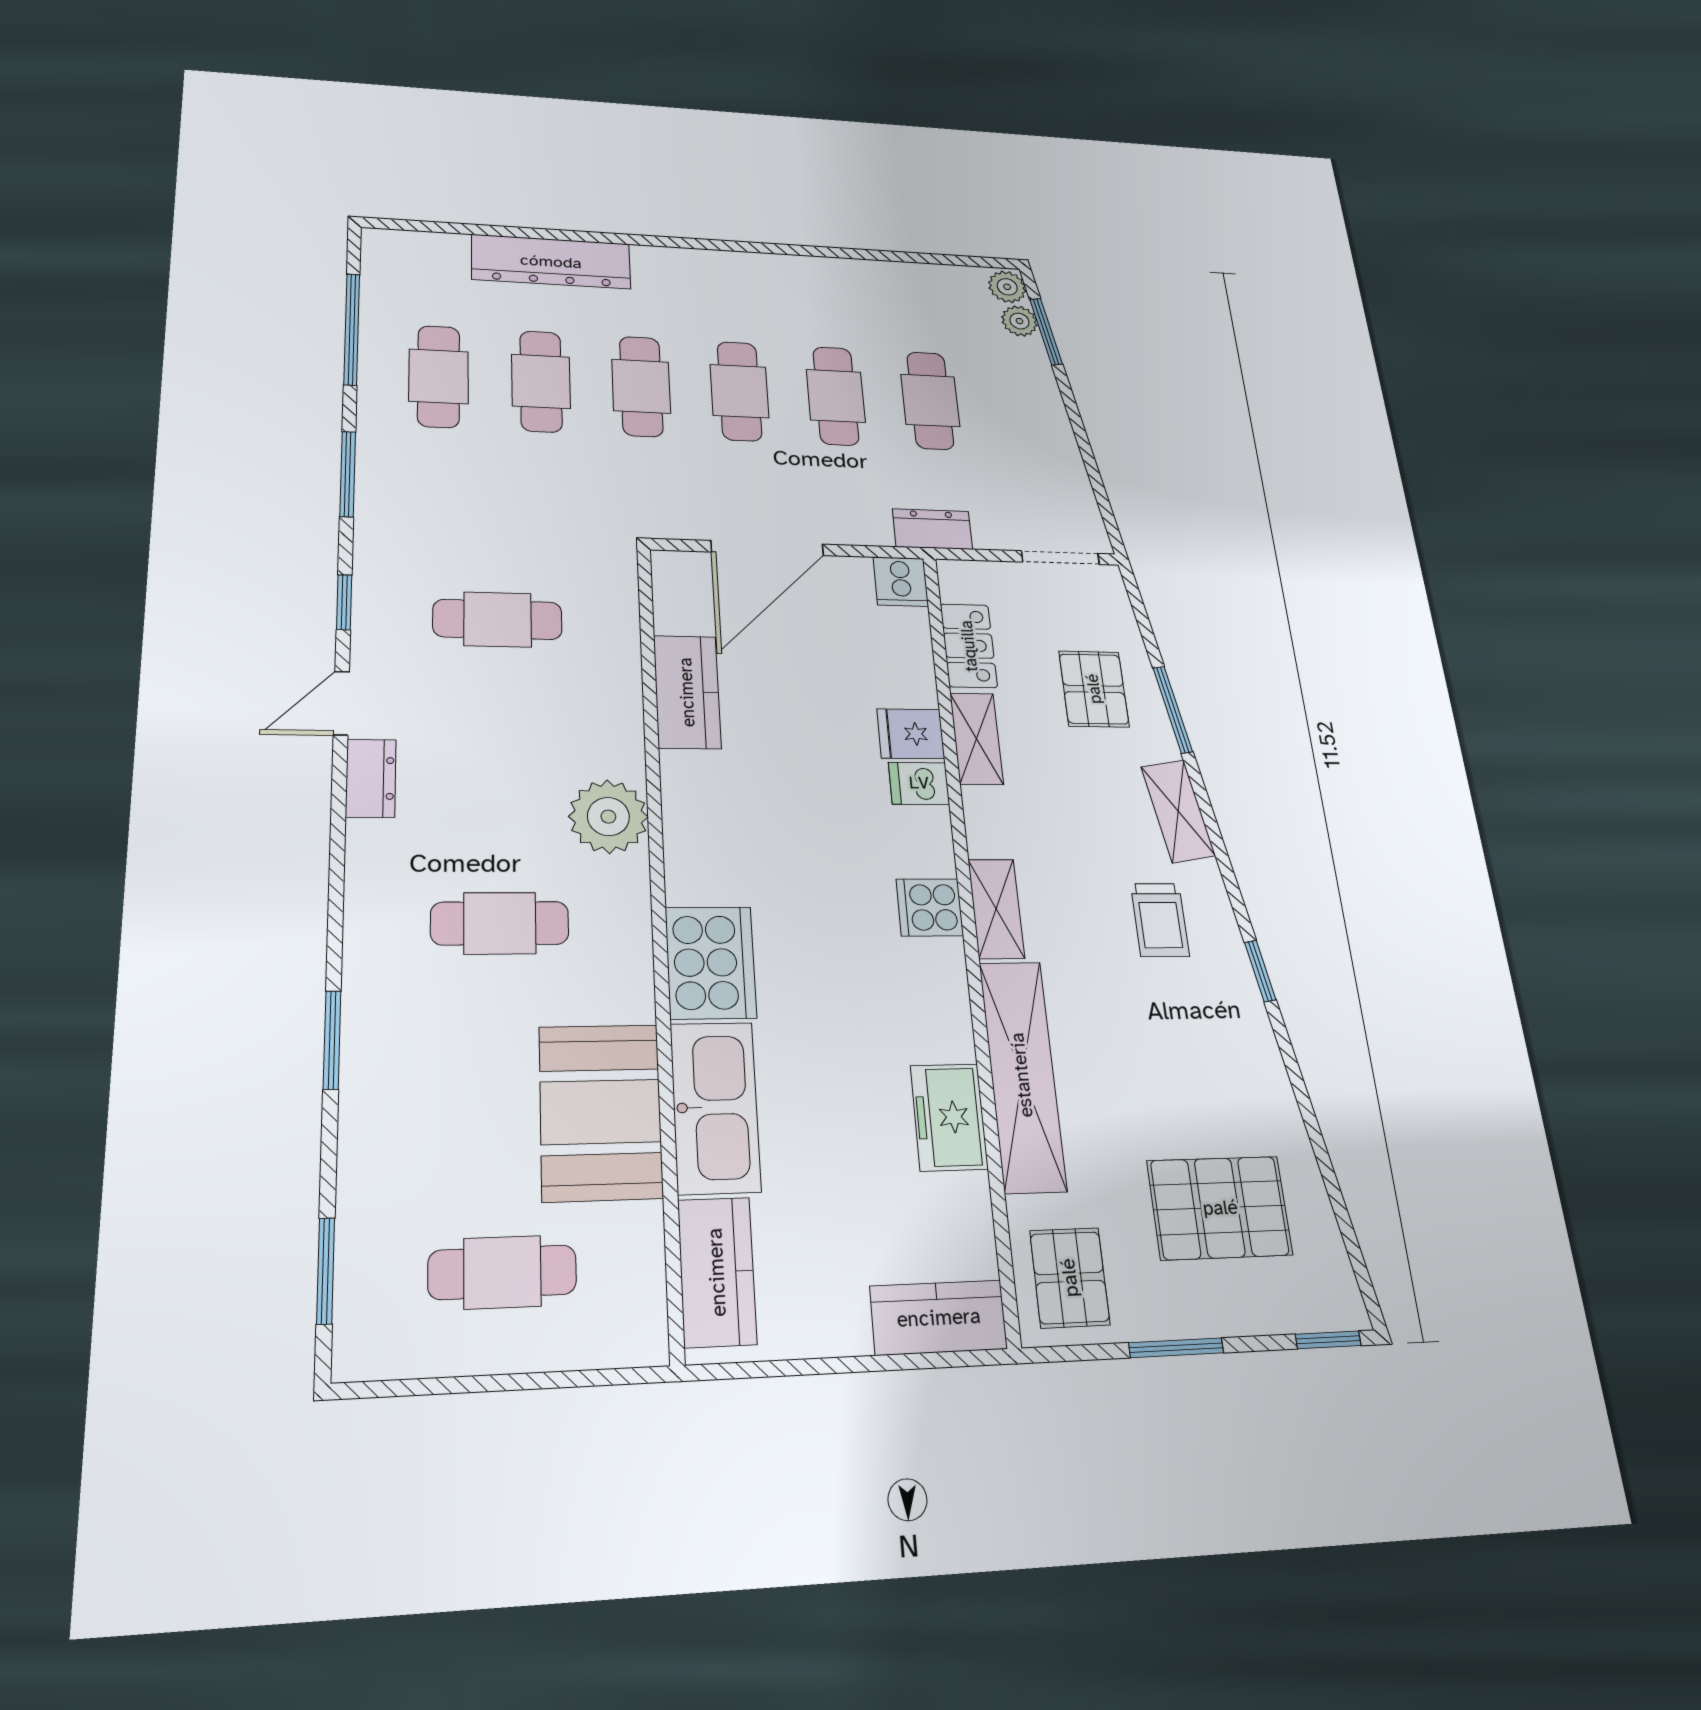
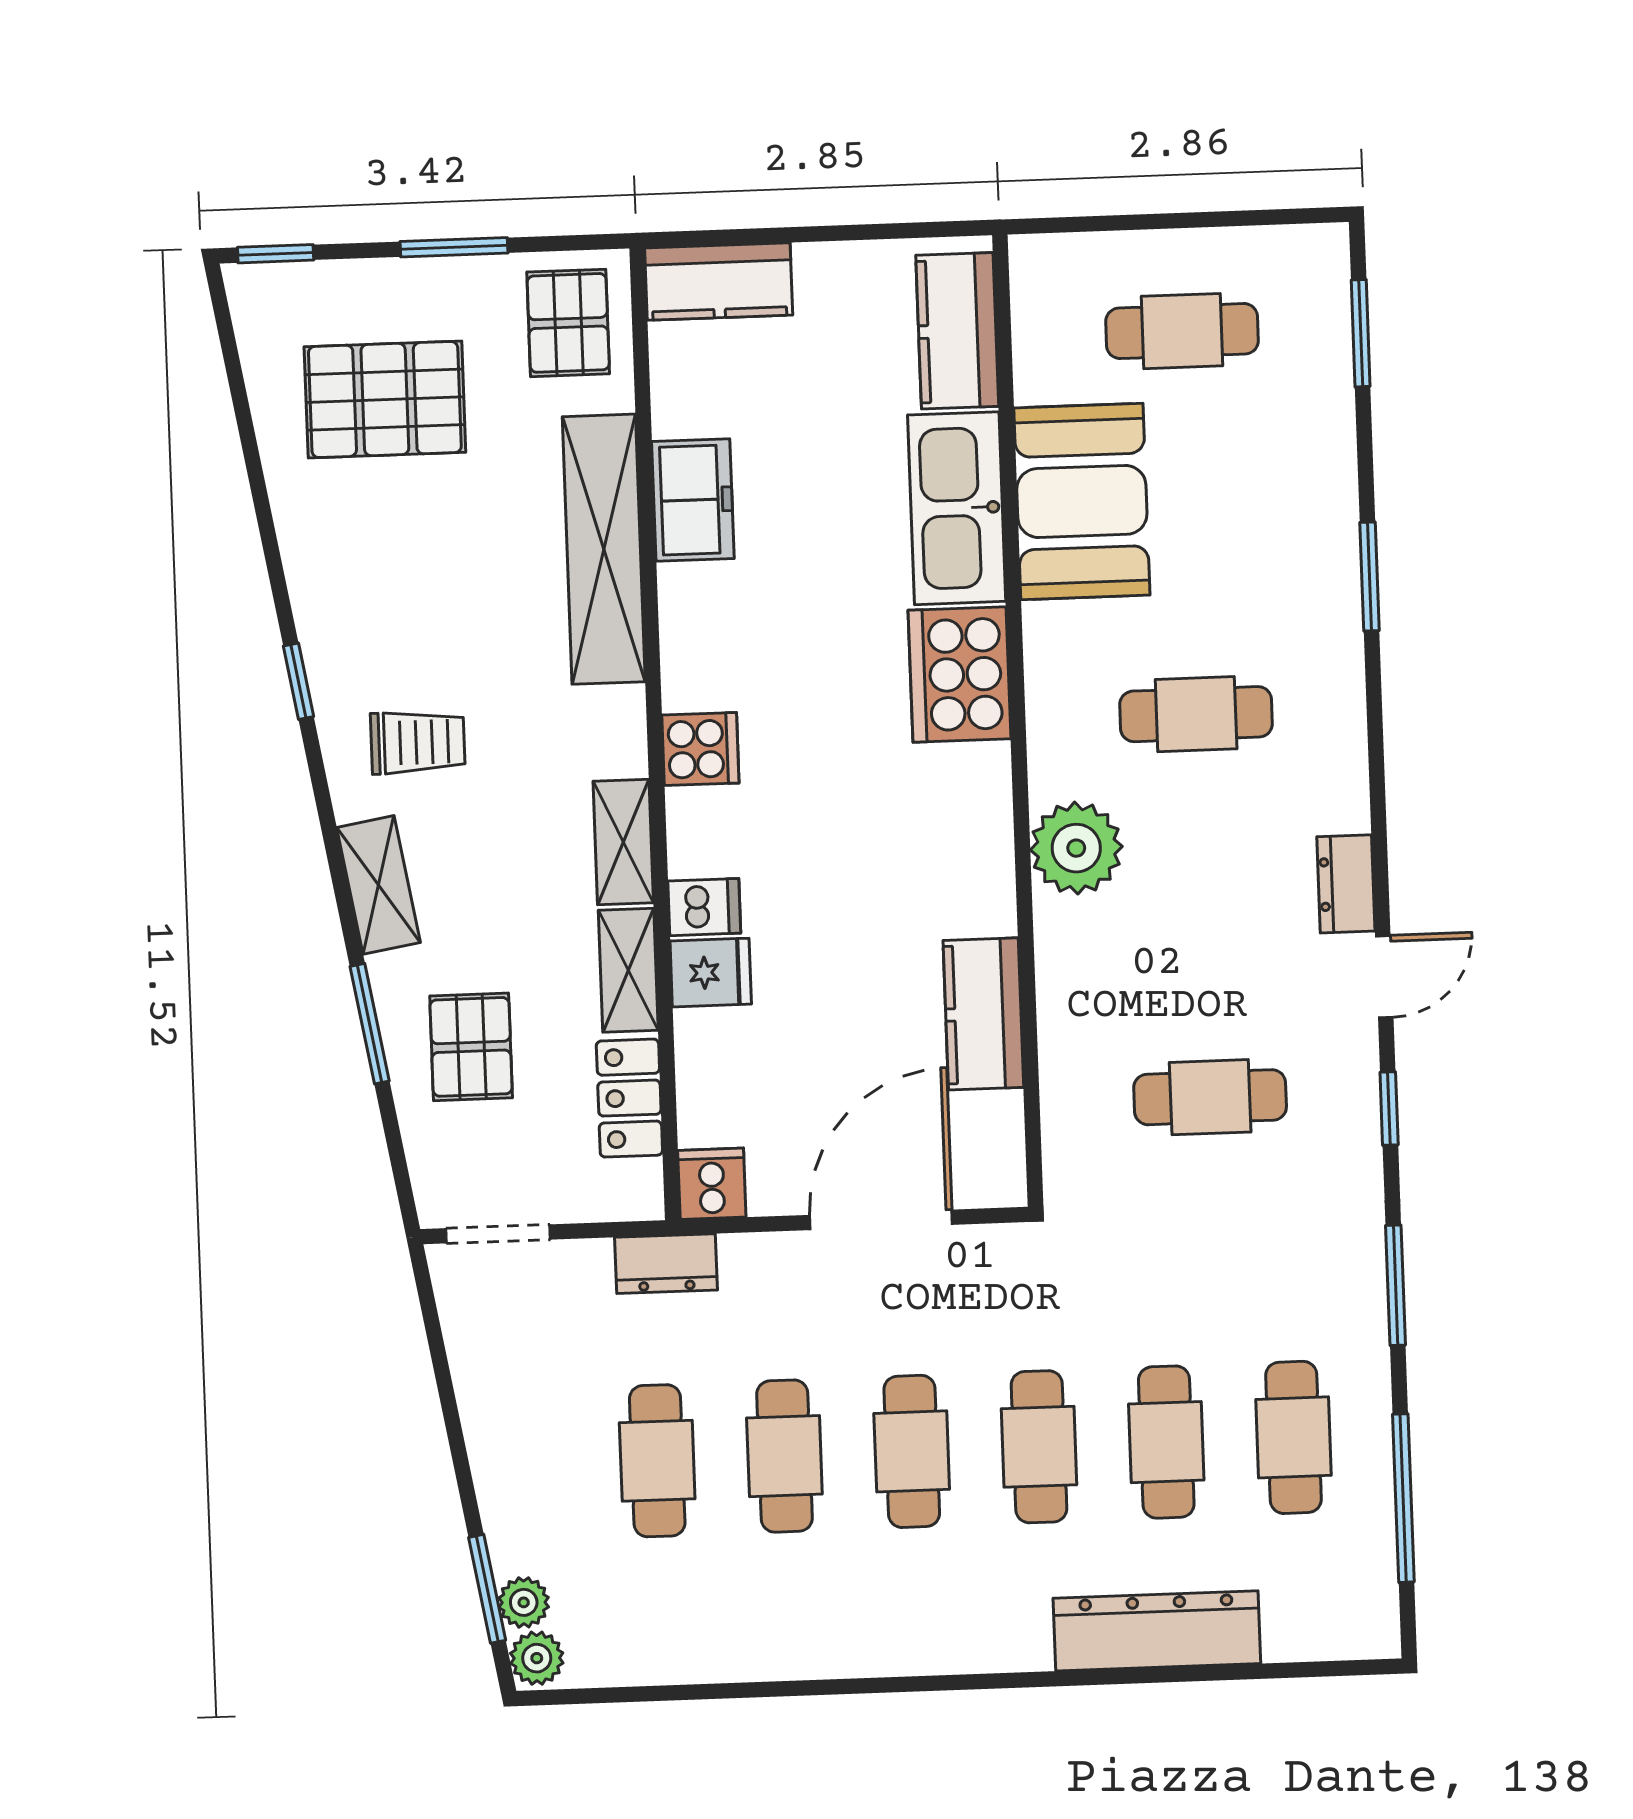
shelving: (996, 909) -> (623, 842), moved
trolley: (1160, 920) -> (418, 742), turned 90

